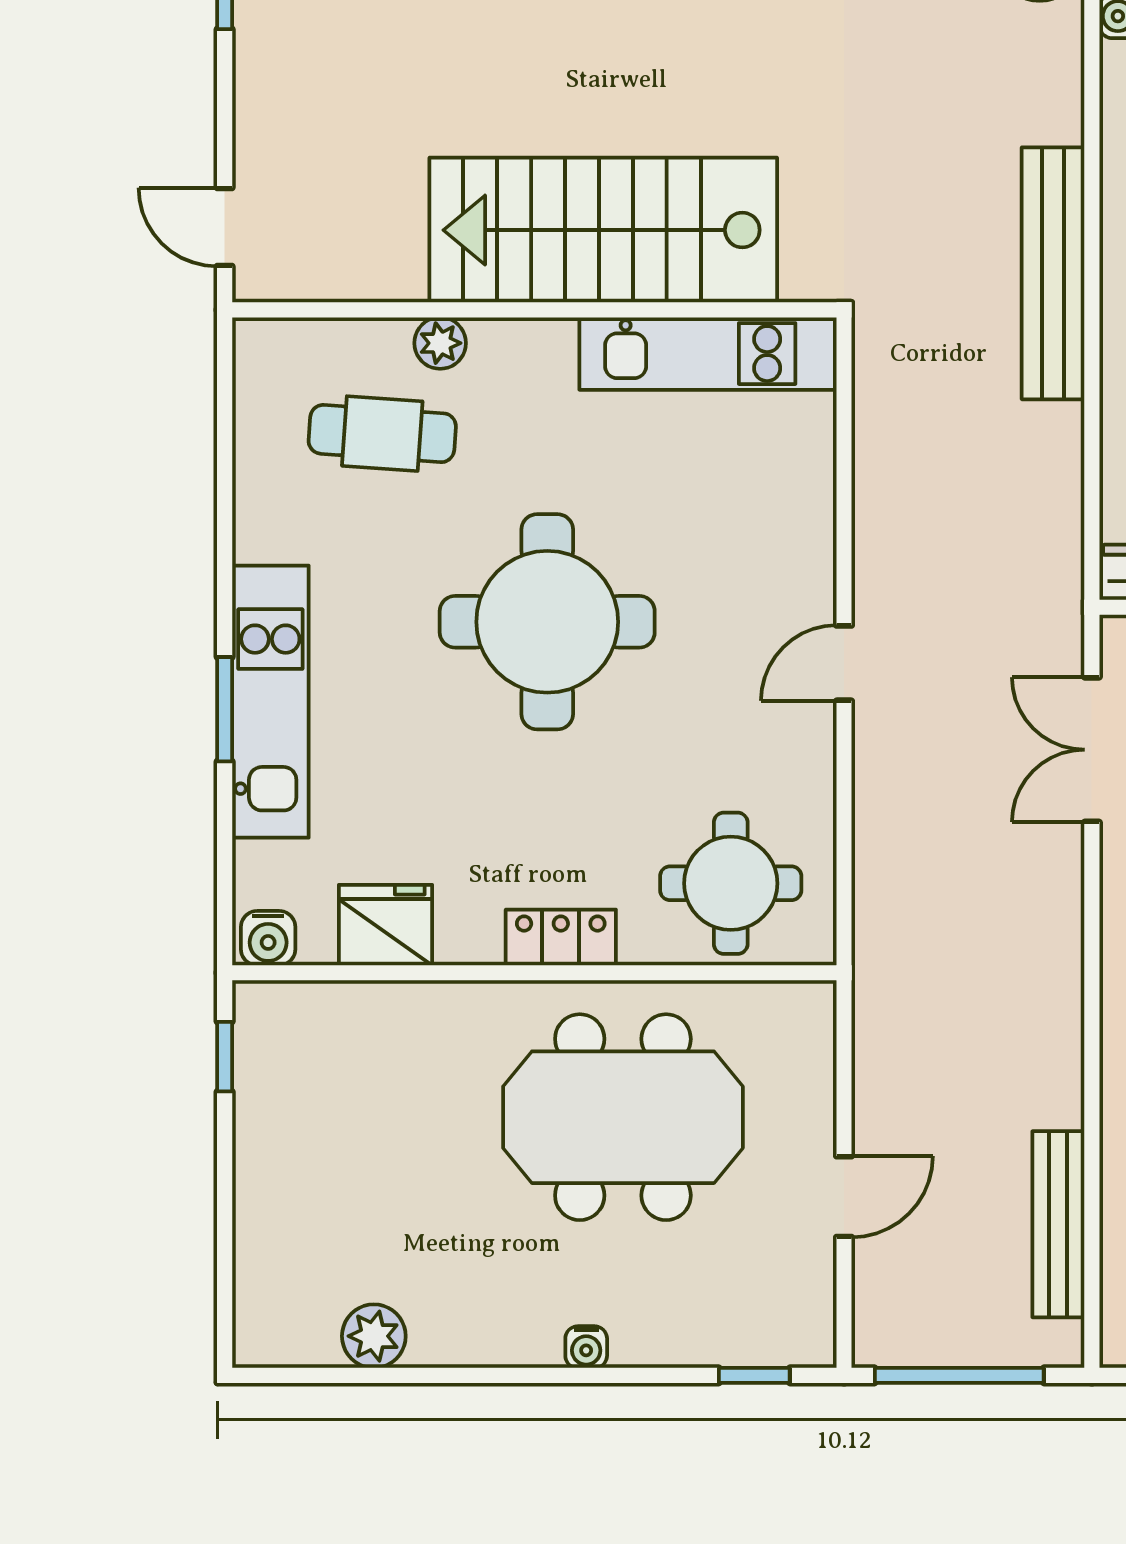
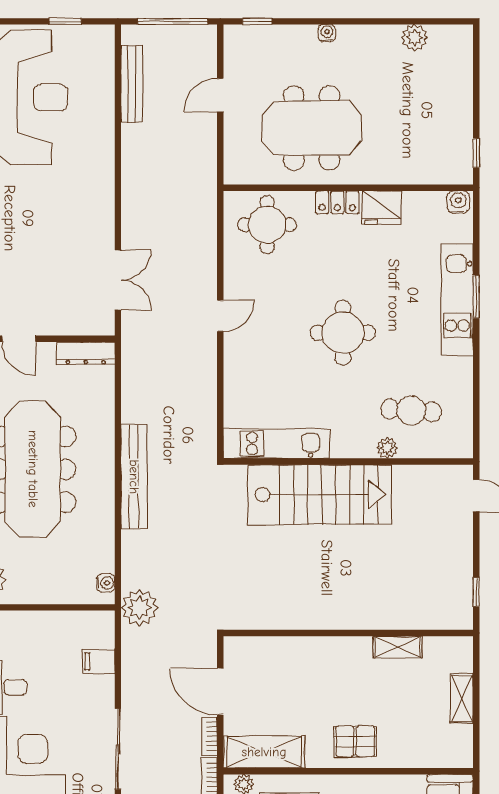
round table: (547, 622) -> (343, 333), width x0.73, depth x0.73
fridge: (386, 925) -> (381, 207), moved

